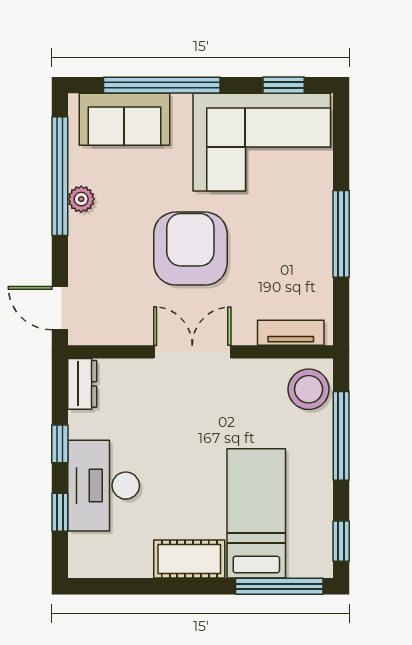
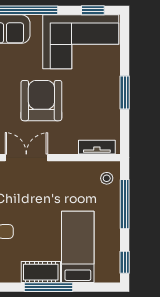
window: (341, 234) -> (125, 92), width x0.69
double door: (192, 352) -> (26, 158), moved
stool: (309, 389) -> (107, 178), width x0.53, depth x0.53
window: (279, 586) -> (49, 287), moved

